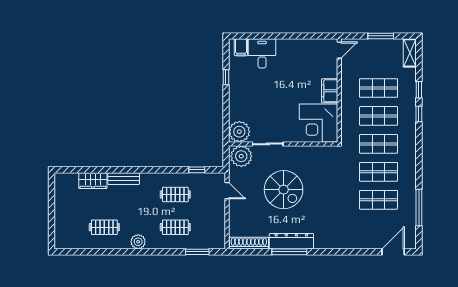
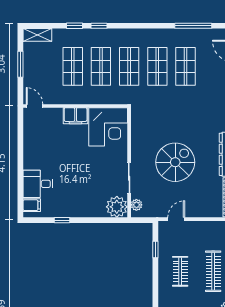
plant: (241, 156) -> (136, 205), width x0.53, depth x0.53
clothes rail: (175, 227) -> (213, 271), width x1.36

